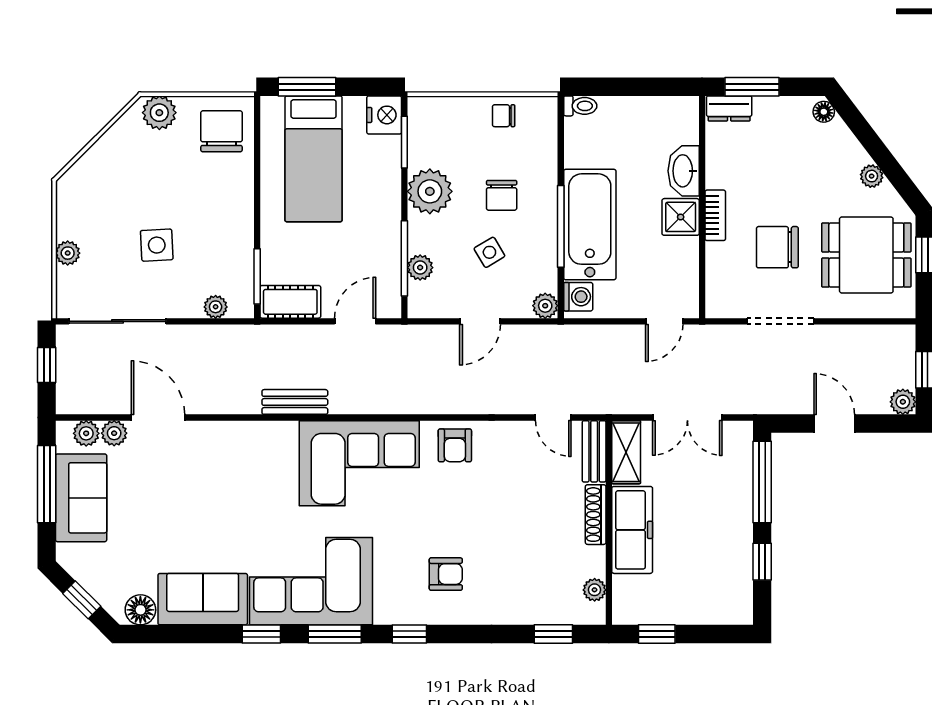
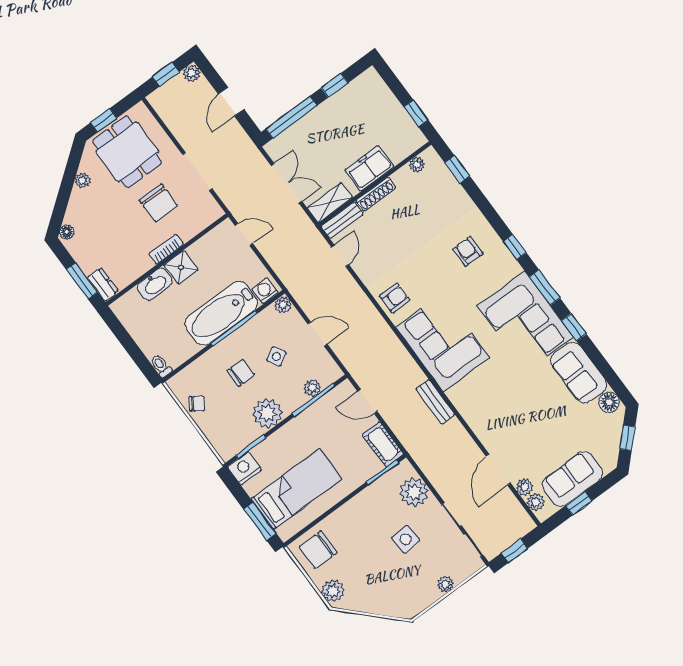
chair: (504, 116) -> (197, 403), turned -55
plant: (216, 307) -> (414, 492), width x1.88, depth x1.88
window: (47, 484) -> (579, 503), width x0.46
freezer: (632, 530) -> (369, 168), width x0.71

